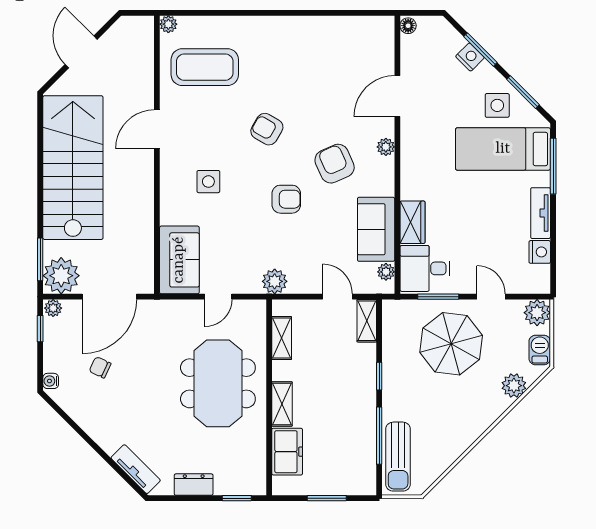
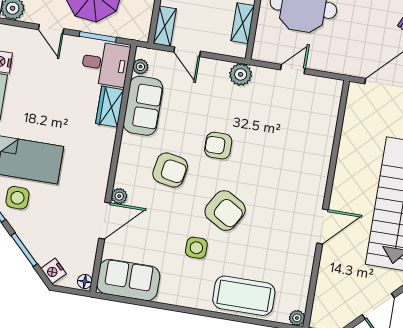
nightstand: (470, 57) -> (53, 271), moved
coffee table: (205, 67) -> (244, 296), moved
armchair: (267, 129) -> (225, 211), width x1.38, depth x1.38
plant: (386, 147) -> (119, 196), moved
armchair: (335, 164) -> (170, 170), turned -56
side table: (208, 182) -> (196, 248), moved
sofa: (179, 260) -> (128, 280), moved, turned 90

